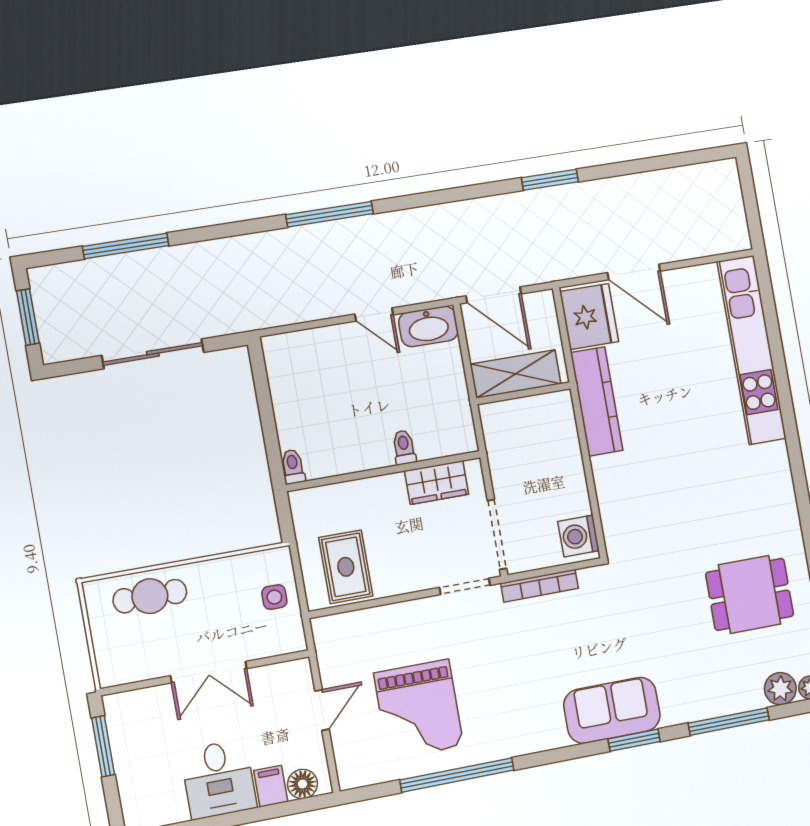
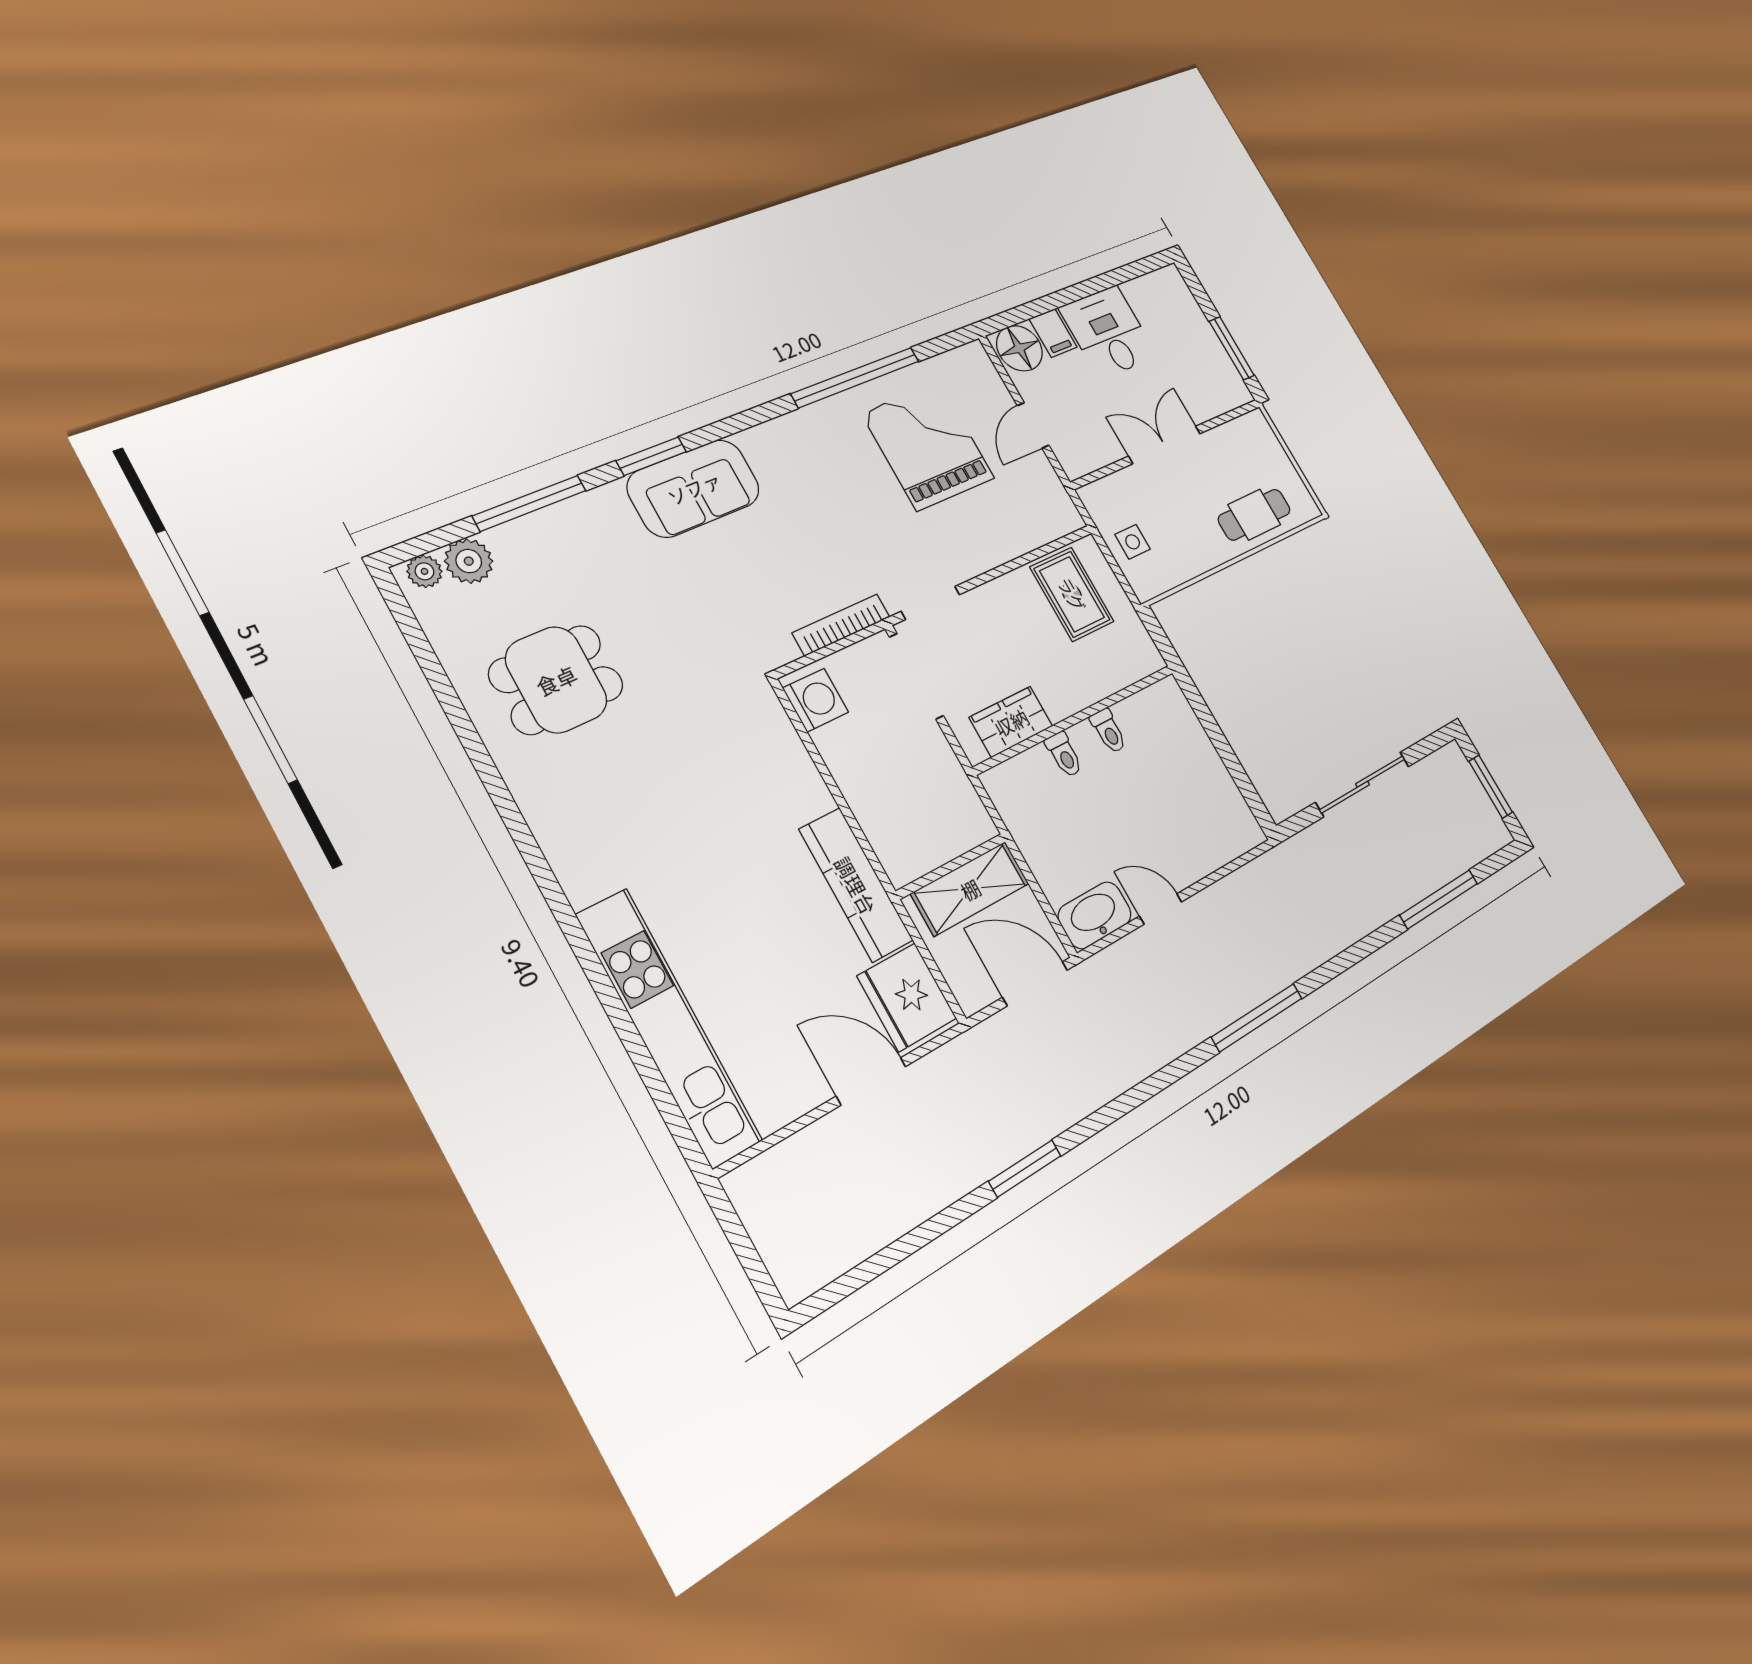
toilet: (293, 467) -> (1108, 731), moved
floor lamp: (303, 784) -> (1019, 348), width x1.38, depth x1.38

